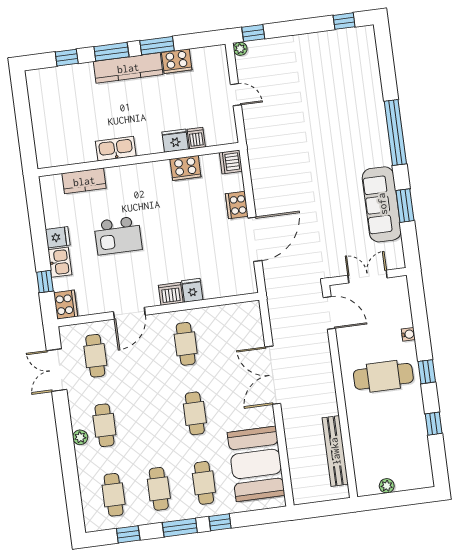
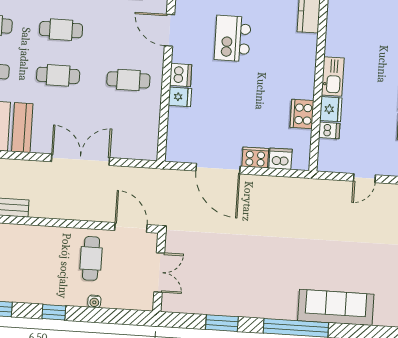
kitchen sink: (116, 149) -> (333, 76), moved
dishwasher: (231, 162) -> (280, 159), moved
sofa: (382, 204) -> (336, 307), moved
kitchen island: (118, 236) -> (233, 38), moved
door: (329, 313) -> (131, 228), swing flipped
cafe table: (383, 376) -> (91, 258), moved, width x0.73, depth x0.74
cafe table: (150, 419) -> (61, 30), added

